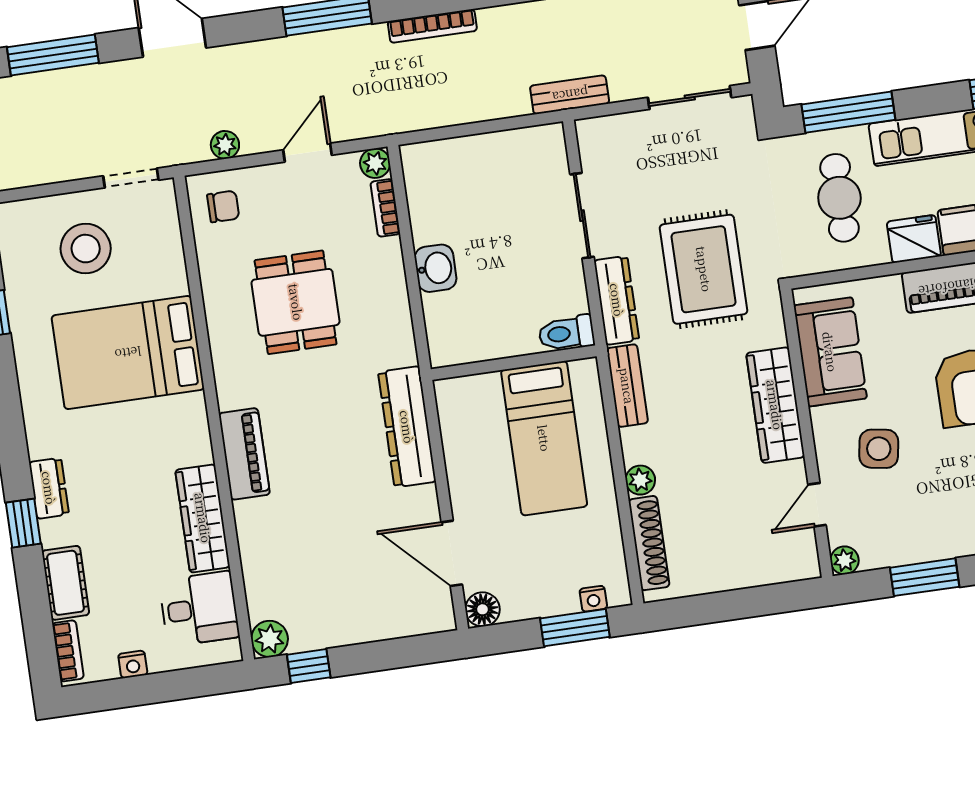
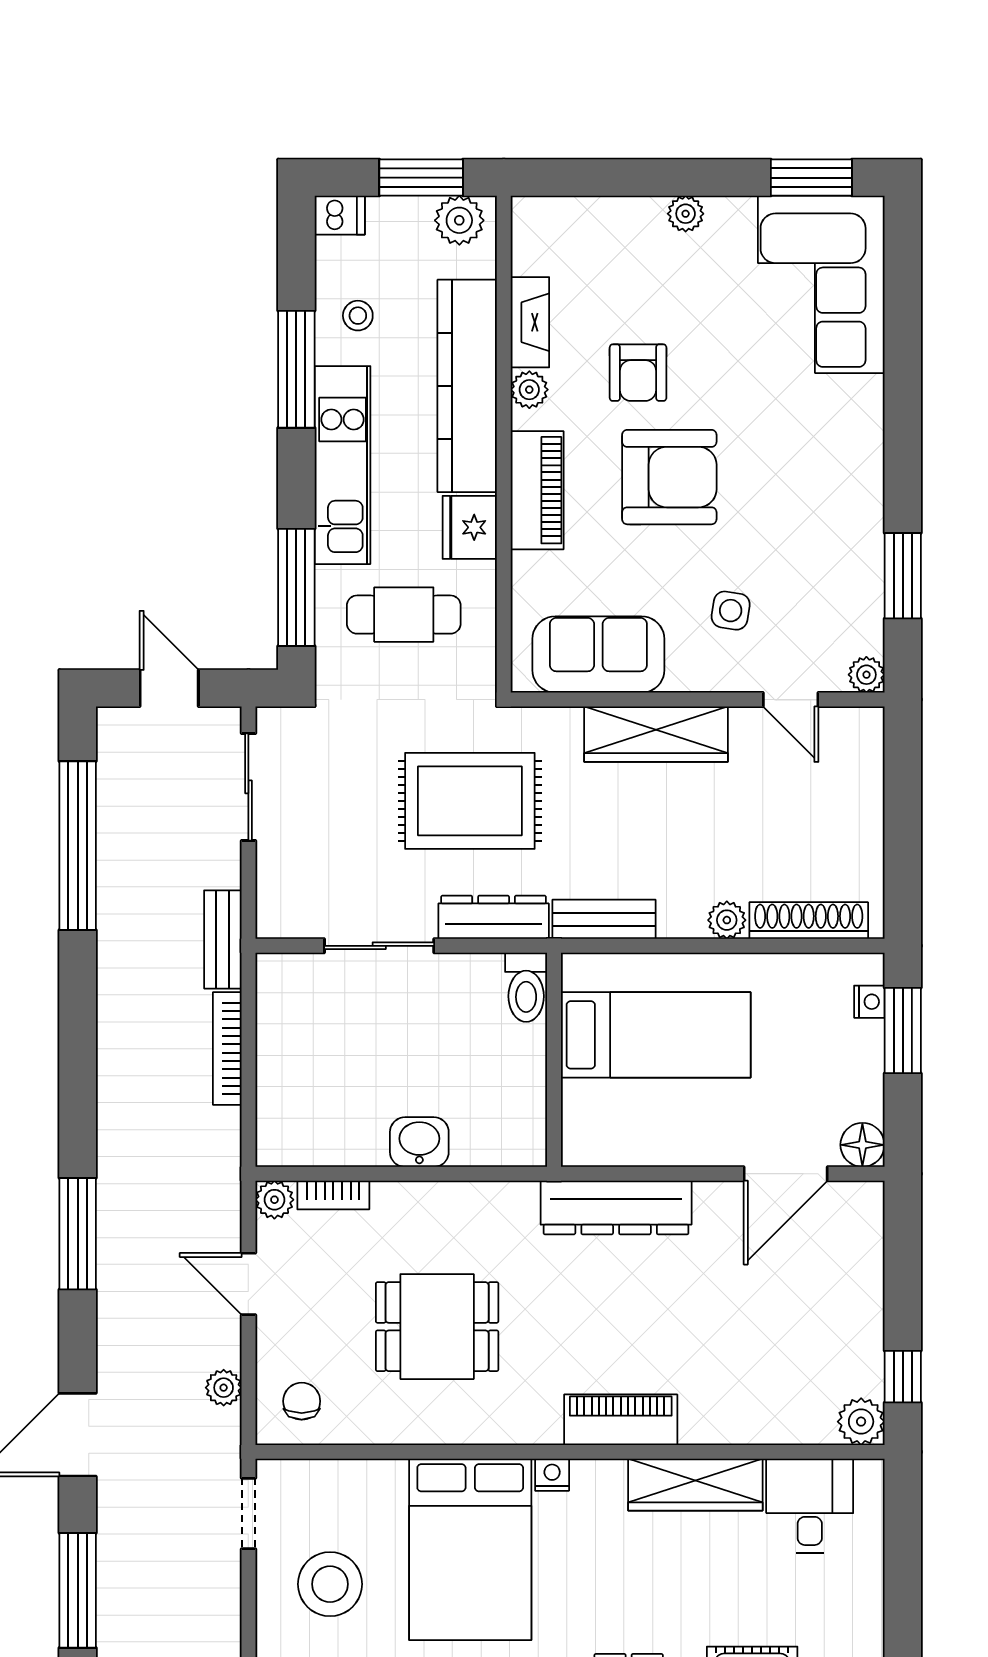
bookcase: (432, 26) -> (227, 1049), moved, turned 180
side table: (879, 449) -> (731, 611), width x0.73, depth x0.73
nightstand: (133, 664) -> (552, 1475), moved, turned -90

